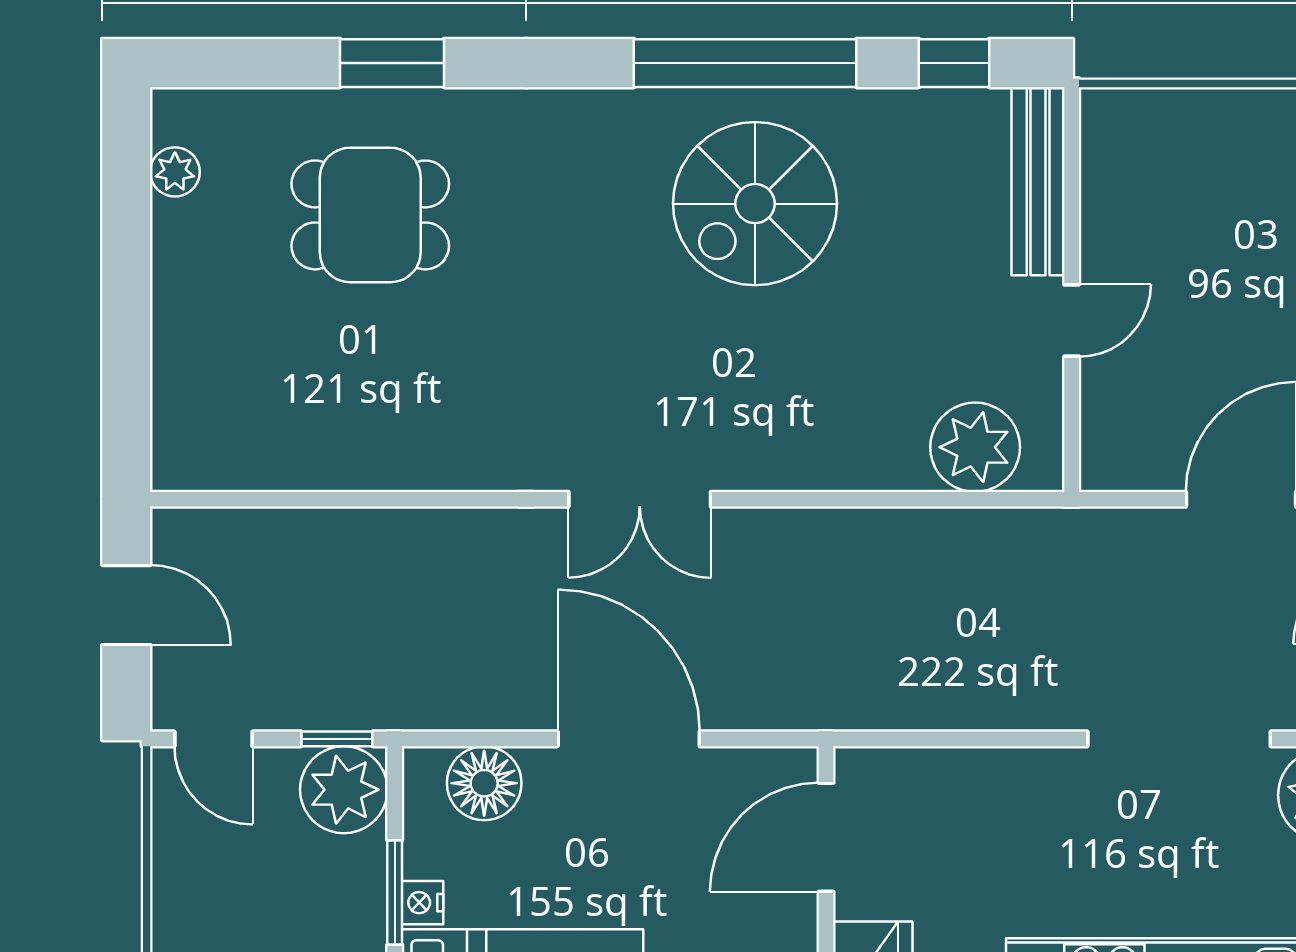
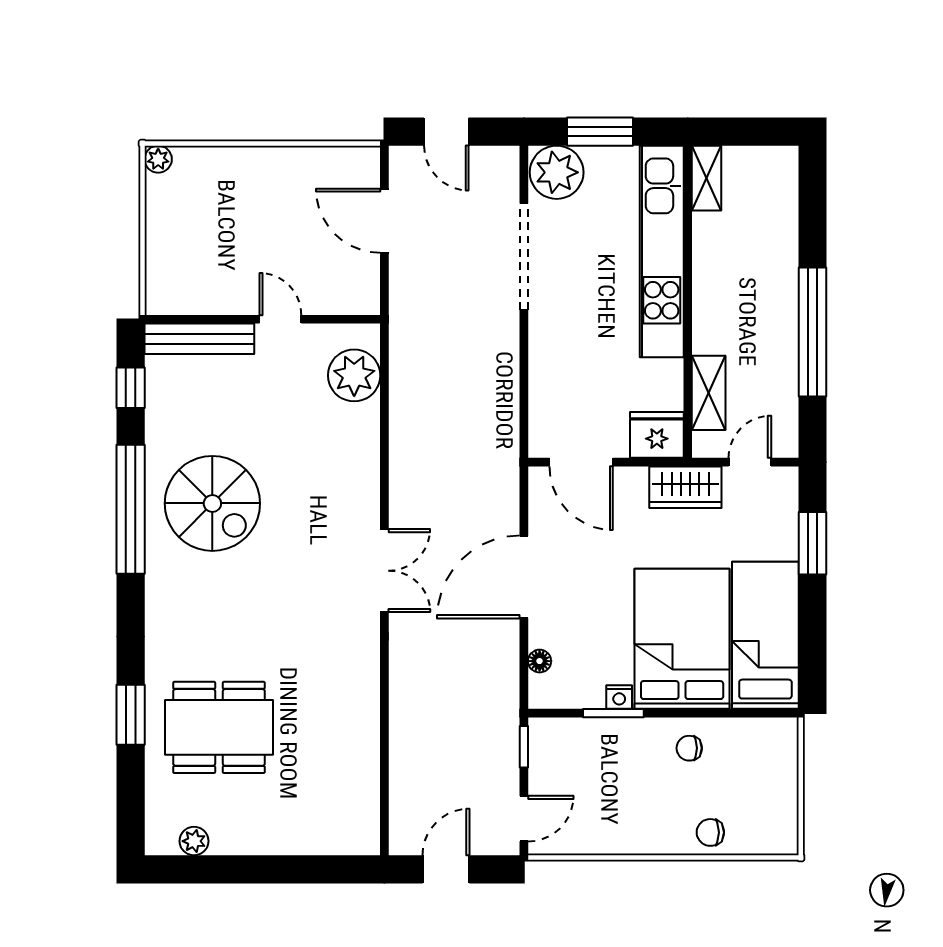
dining table: (370, 215) -> (219, 727), width x1.38
floor lamp: (484, 783) -> (540, 661), width x0.53, depth x0.53
plant: (344, 790) -> (553, 743), removed

